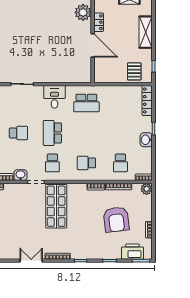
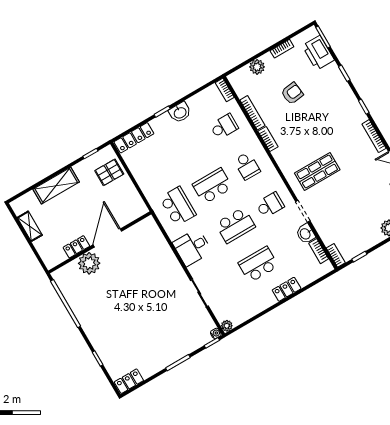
plant: (83, 12) -> (89, 263), moved
school desk: (18, 133) -> (258, 265), width x1.85
school desk: (86, 133) -> (212, 186), added
plant: (147, 189) -> (257, 67), moved
shop shelf: (56, 206) -> (317, 171), width x0.70, depth x0.74
armchair: (116, 219) -> (292, 93), width x0.53, depth x0.53

